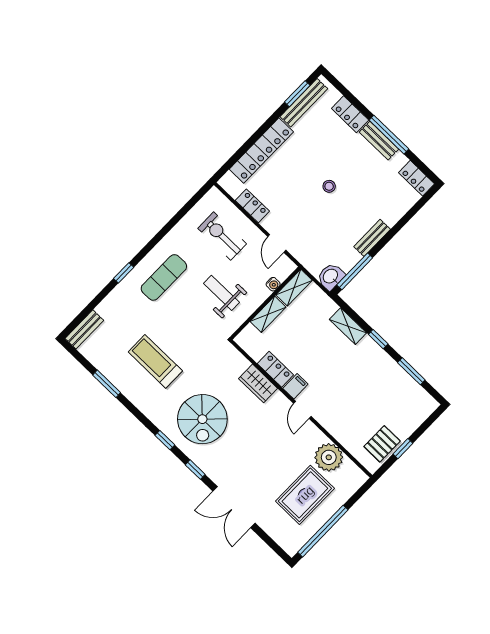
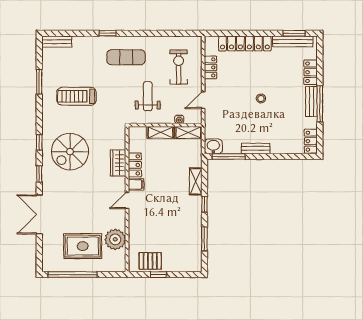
treadmill: (155, 361) -> (77, 96), turned -90

